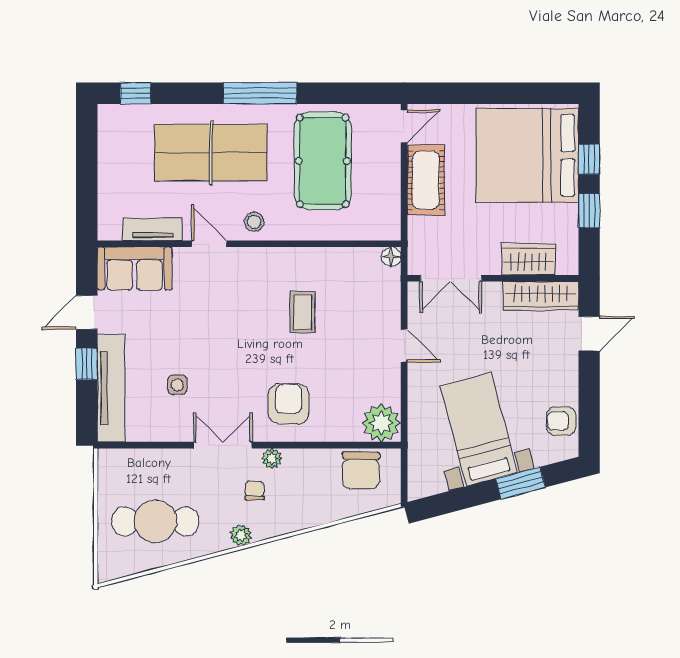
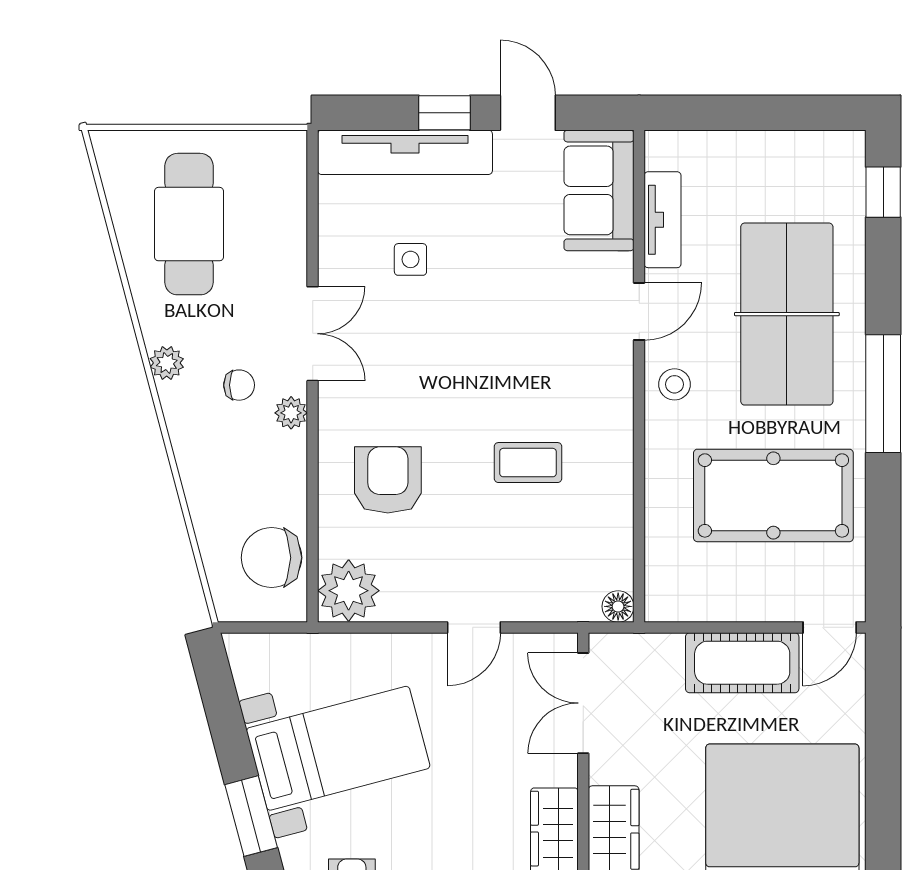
door: (404, 126) -> (830, 627), hinge flipped
armchair: (289, 404) -> (388, 480), moved, turned -90

